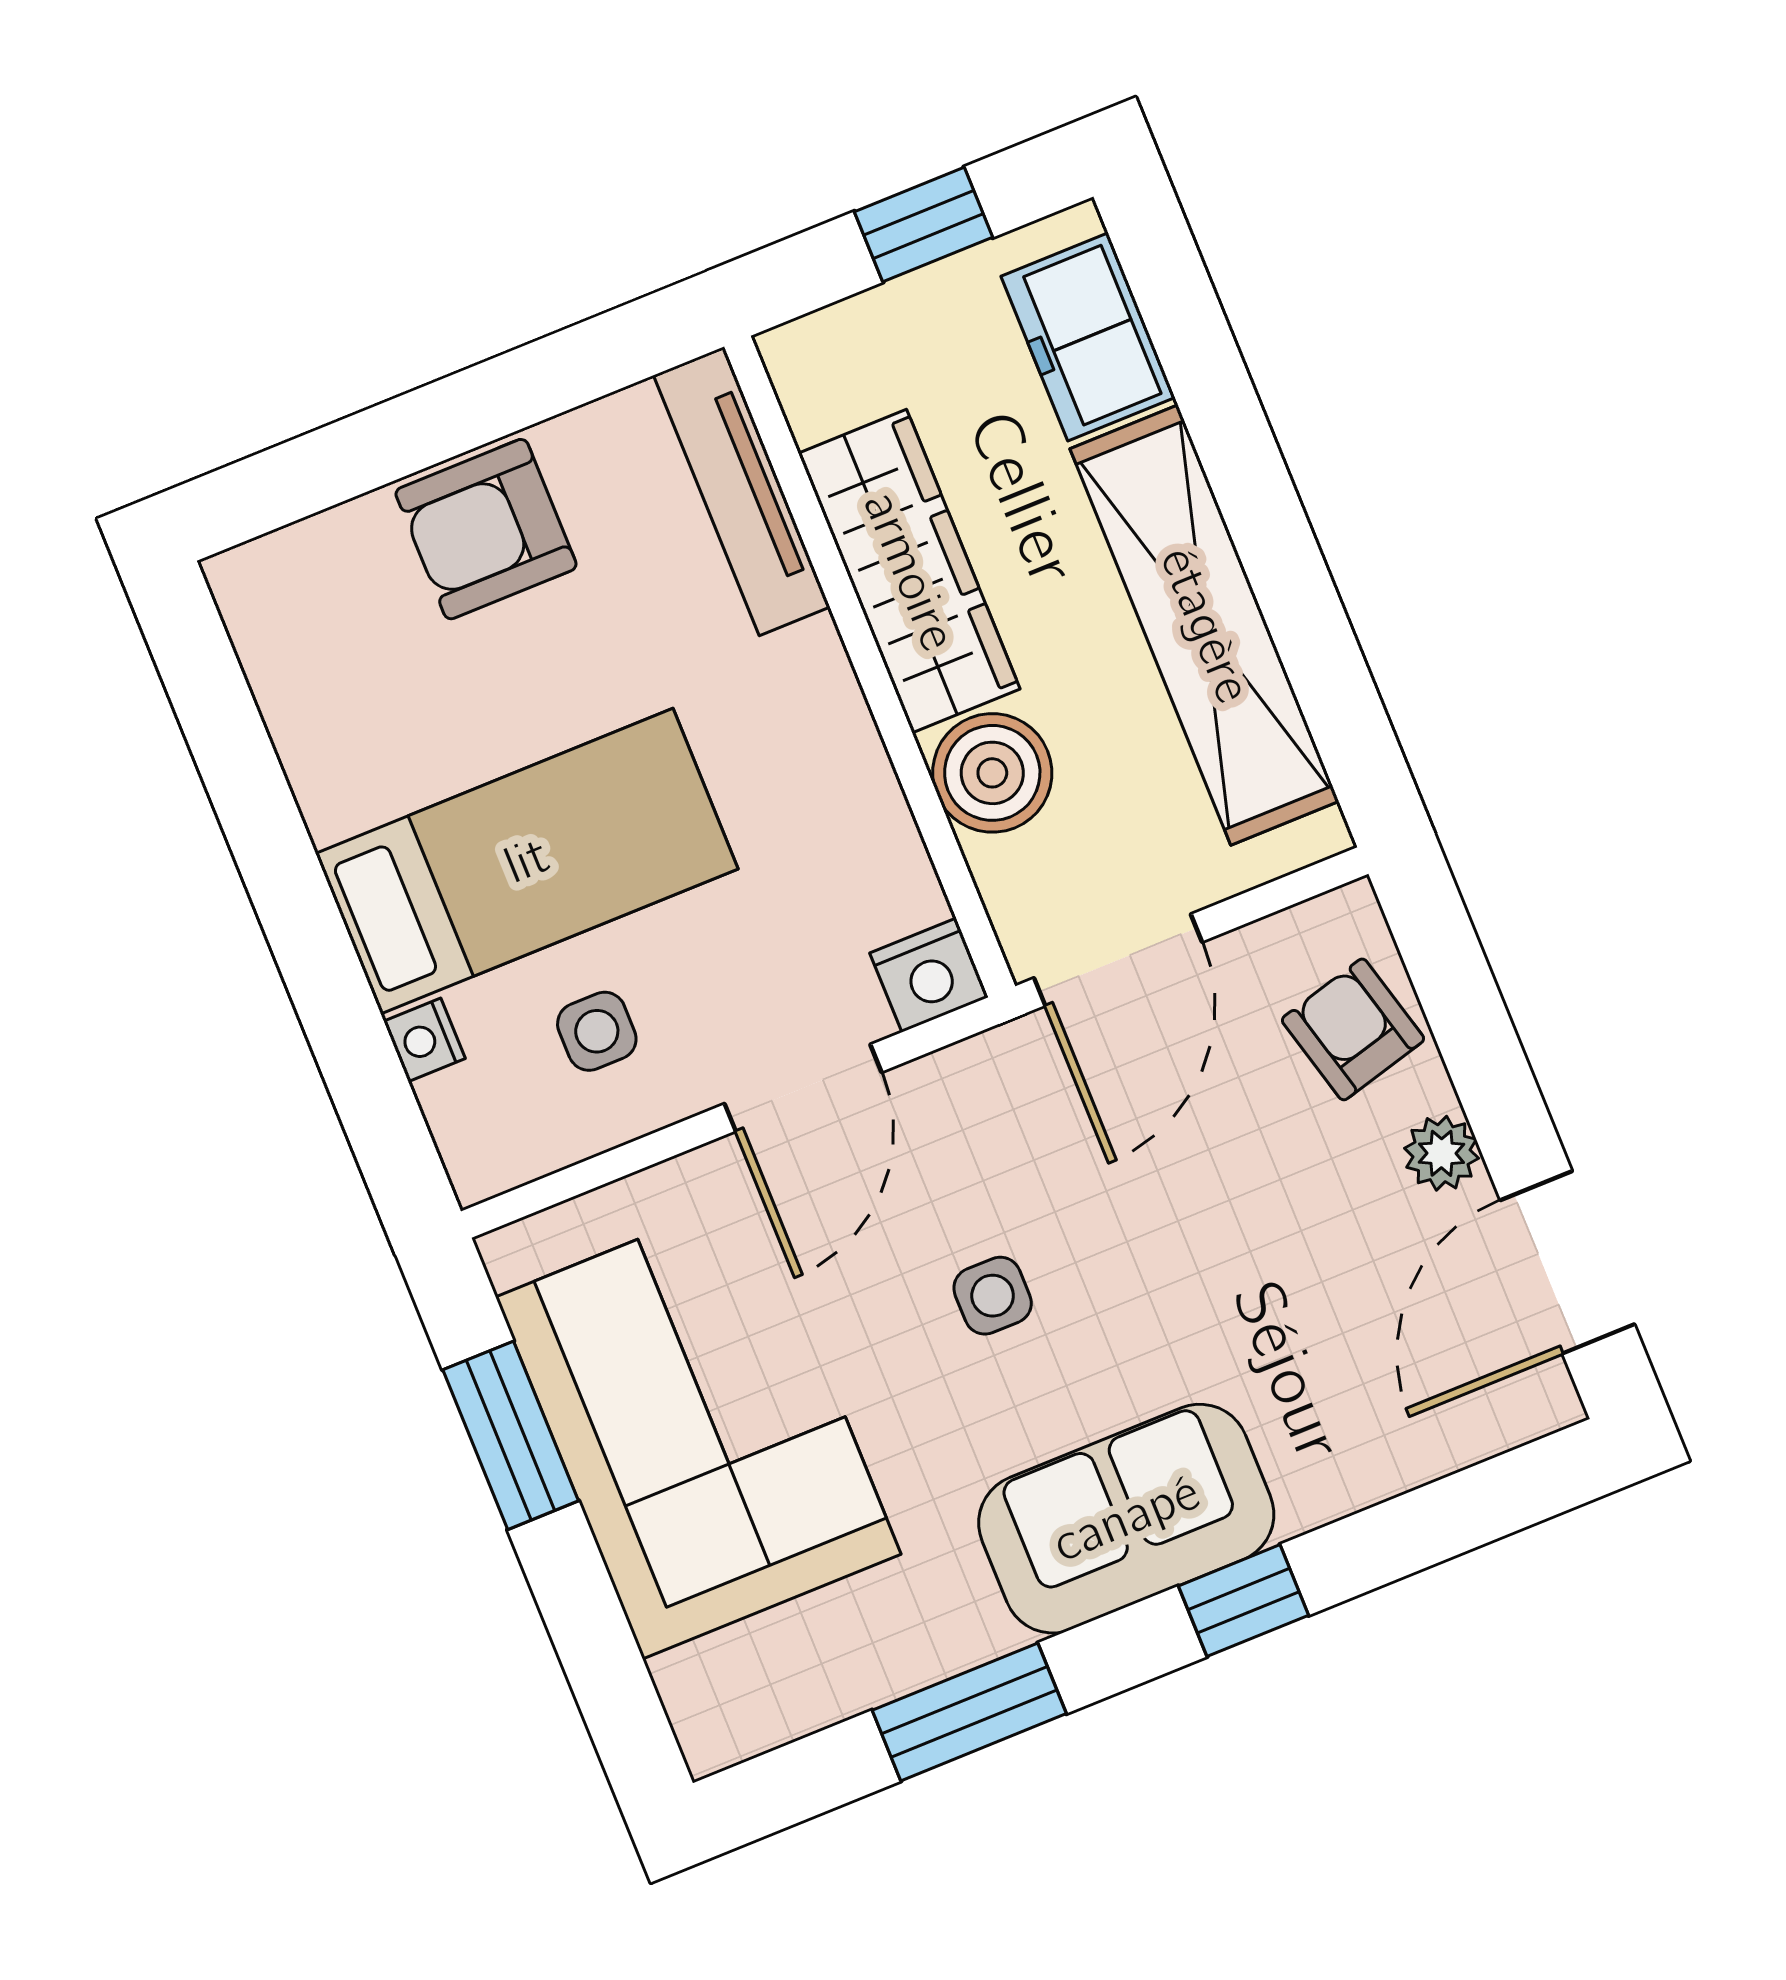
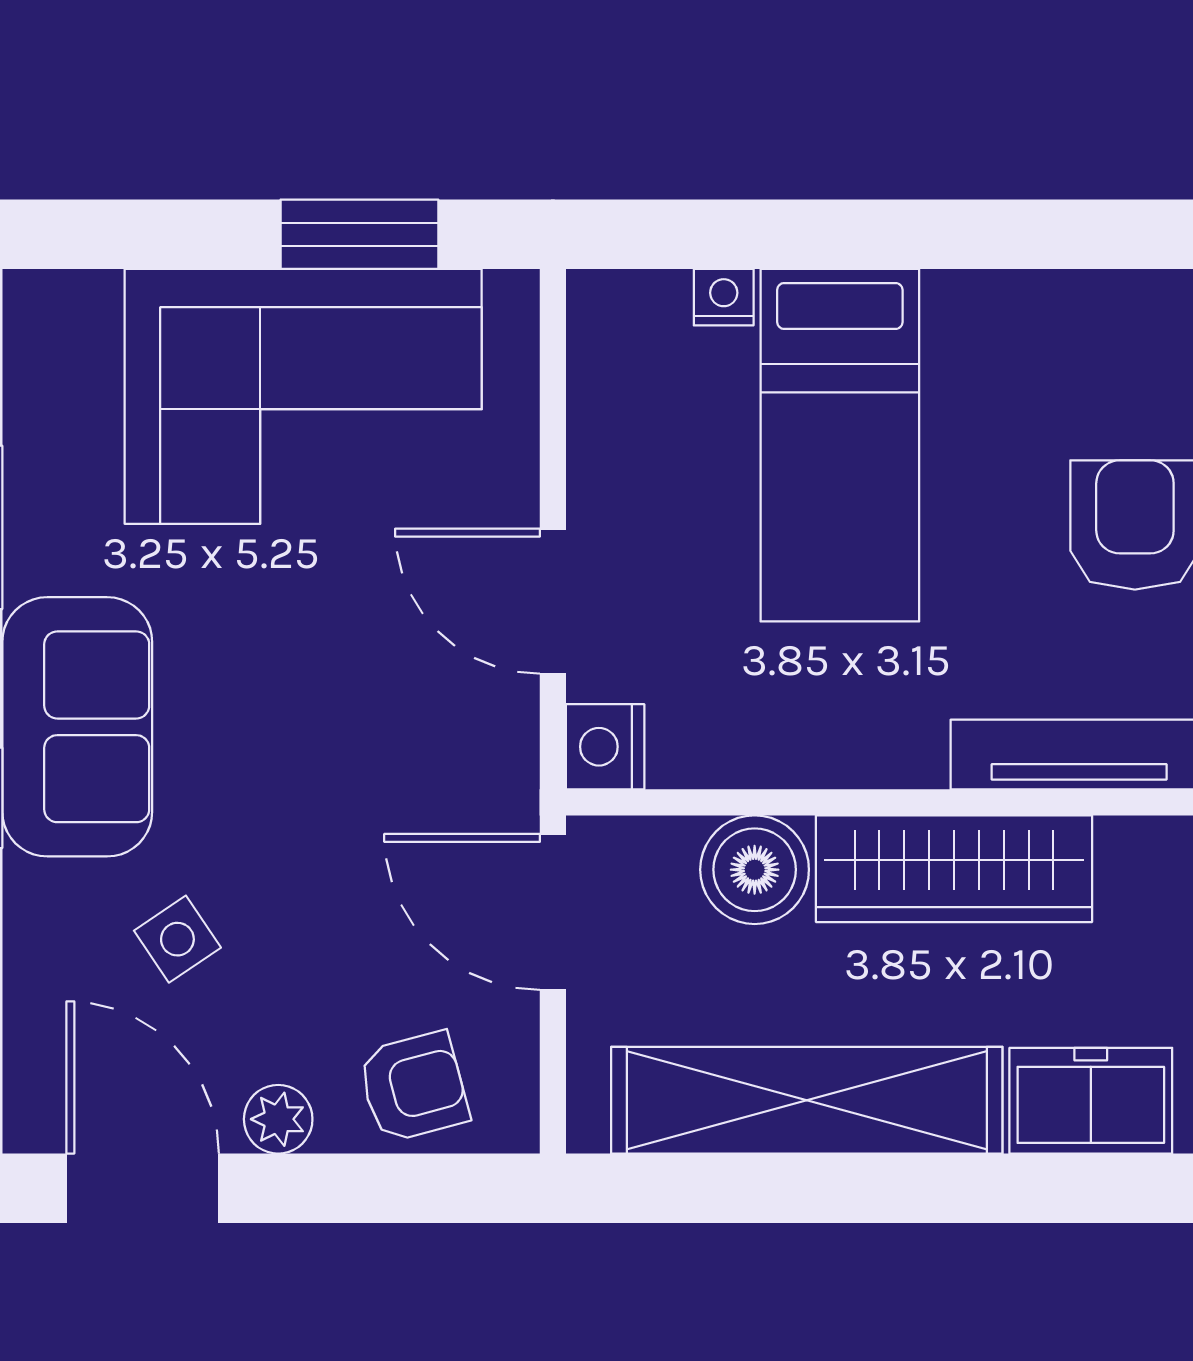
side table: (597, 1031) -> (672, 446), removed
side table: (993, 1296) -> (177, 939), moved, turned -34

